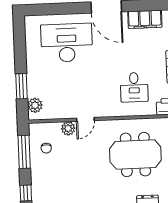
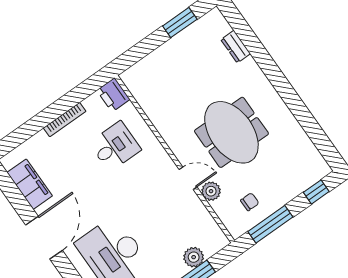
plant: (35, 105) -> (194, 257), moved
meeting table: (135, 154) -> (231, 132), moved

